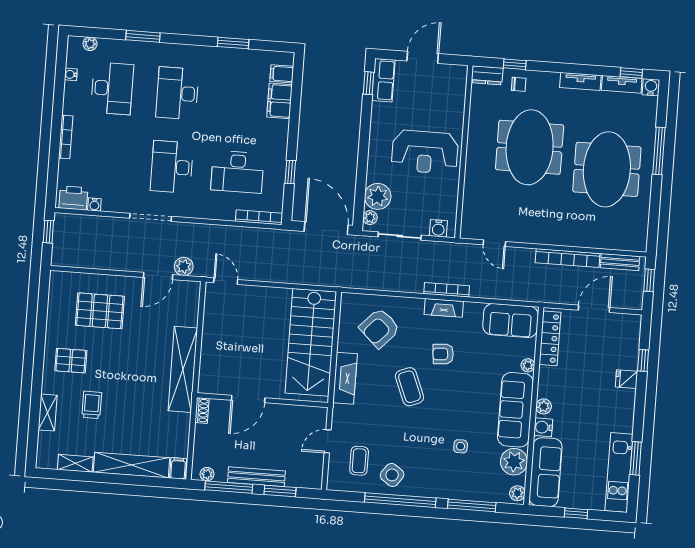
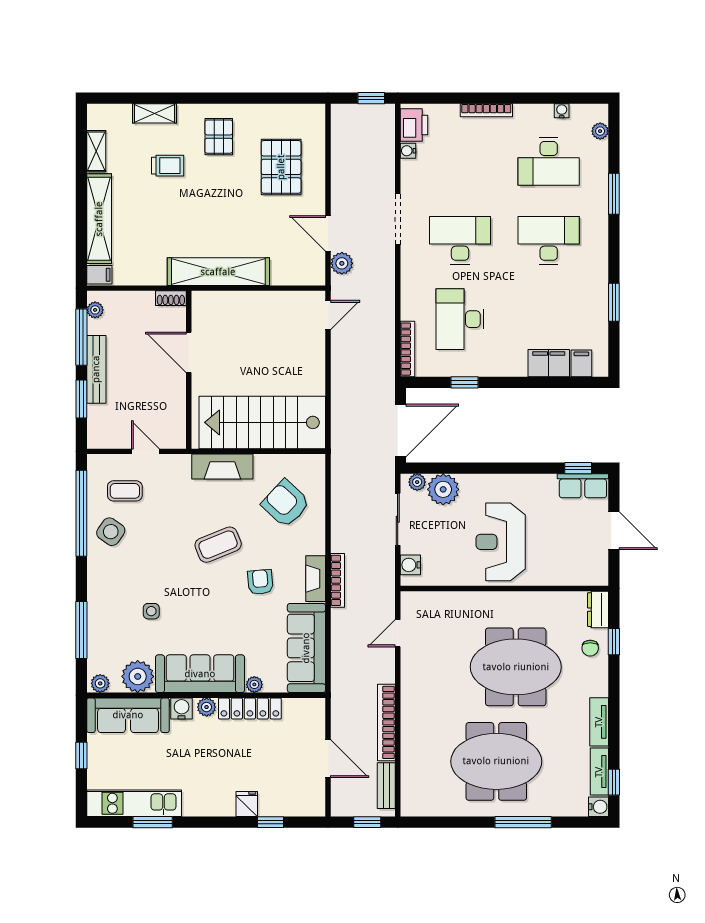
sofa: (511, 321) -> (306, 648), width x1.36
locker: (550, 338) -> (250, 708), moved
window: (400, 500) -> (81, 513), moved

